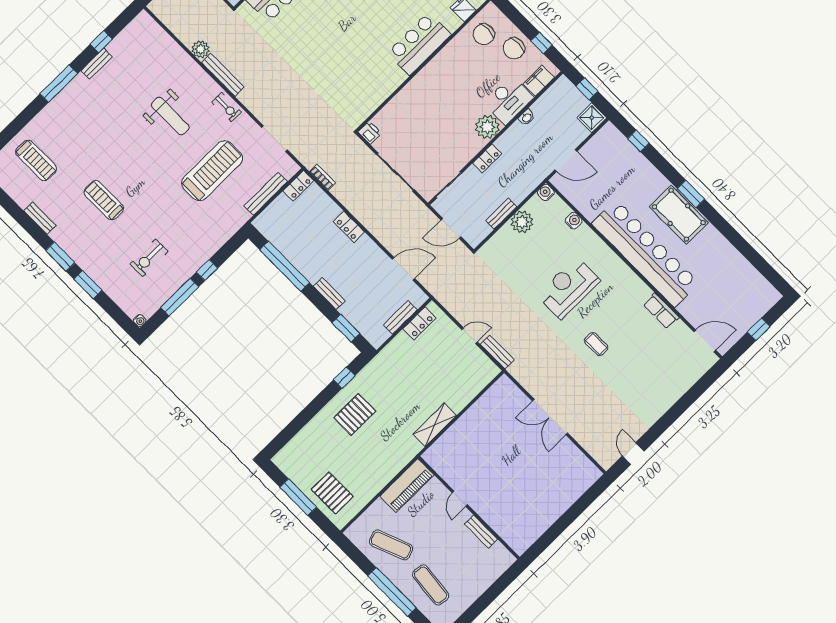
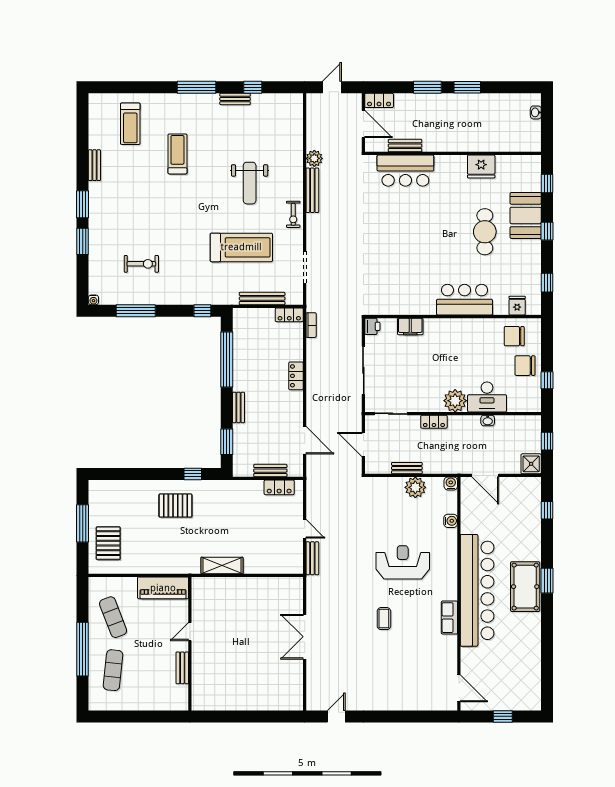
filing cabinet: (539, 81) -> (410, 327), moved, turned 180
treadmill: (104, 200) -> (177, 154), moved
exercise bike: (149, 258) -> (141, 264), turned 180
window: (207, 270) -> (202, 311), moved
row of seats: (661, 311) -> (449, 618), moved

